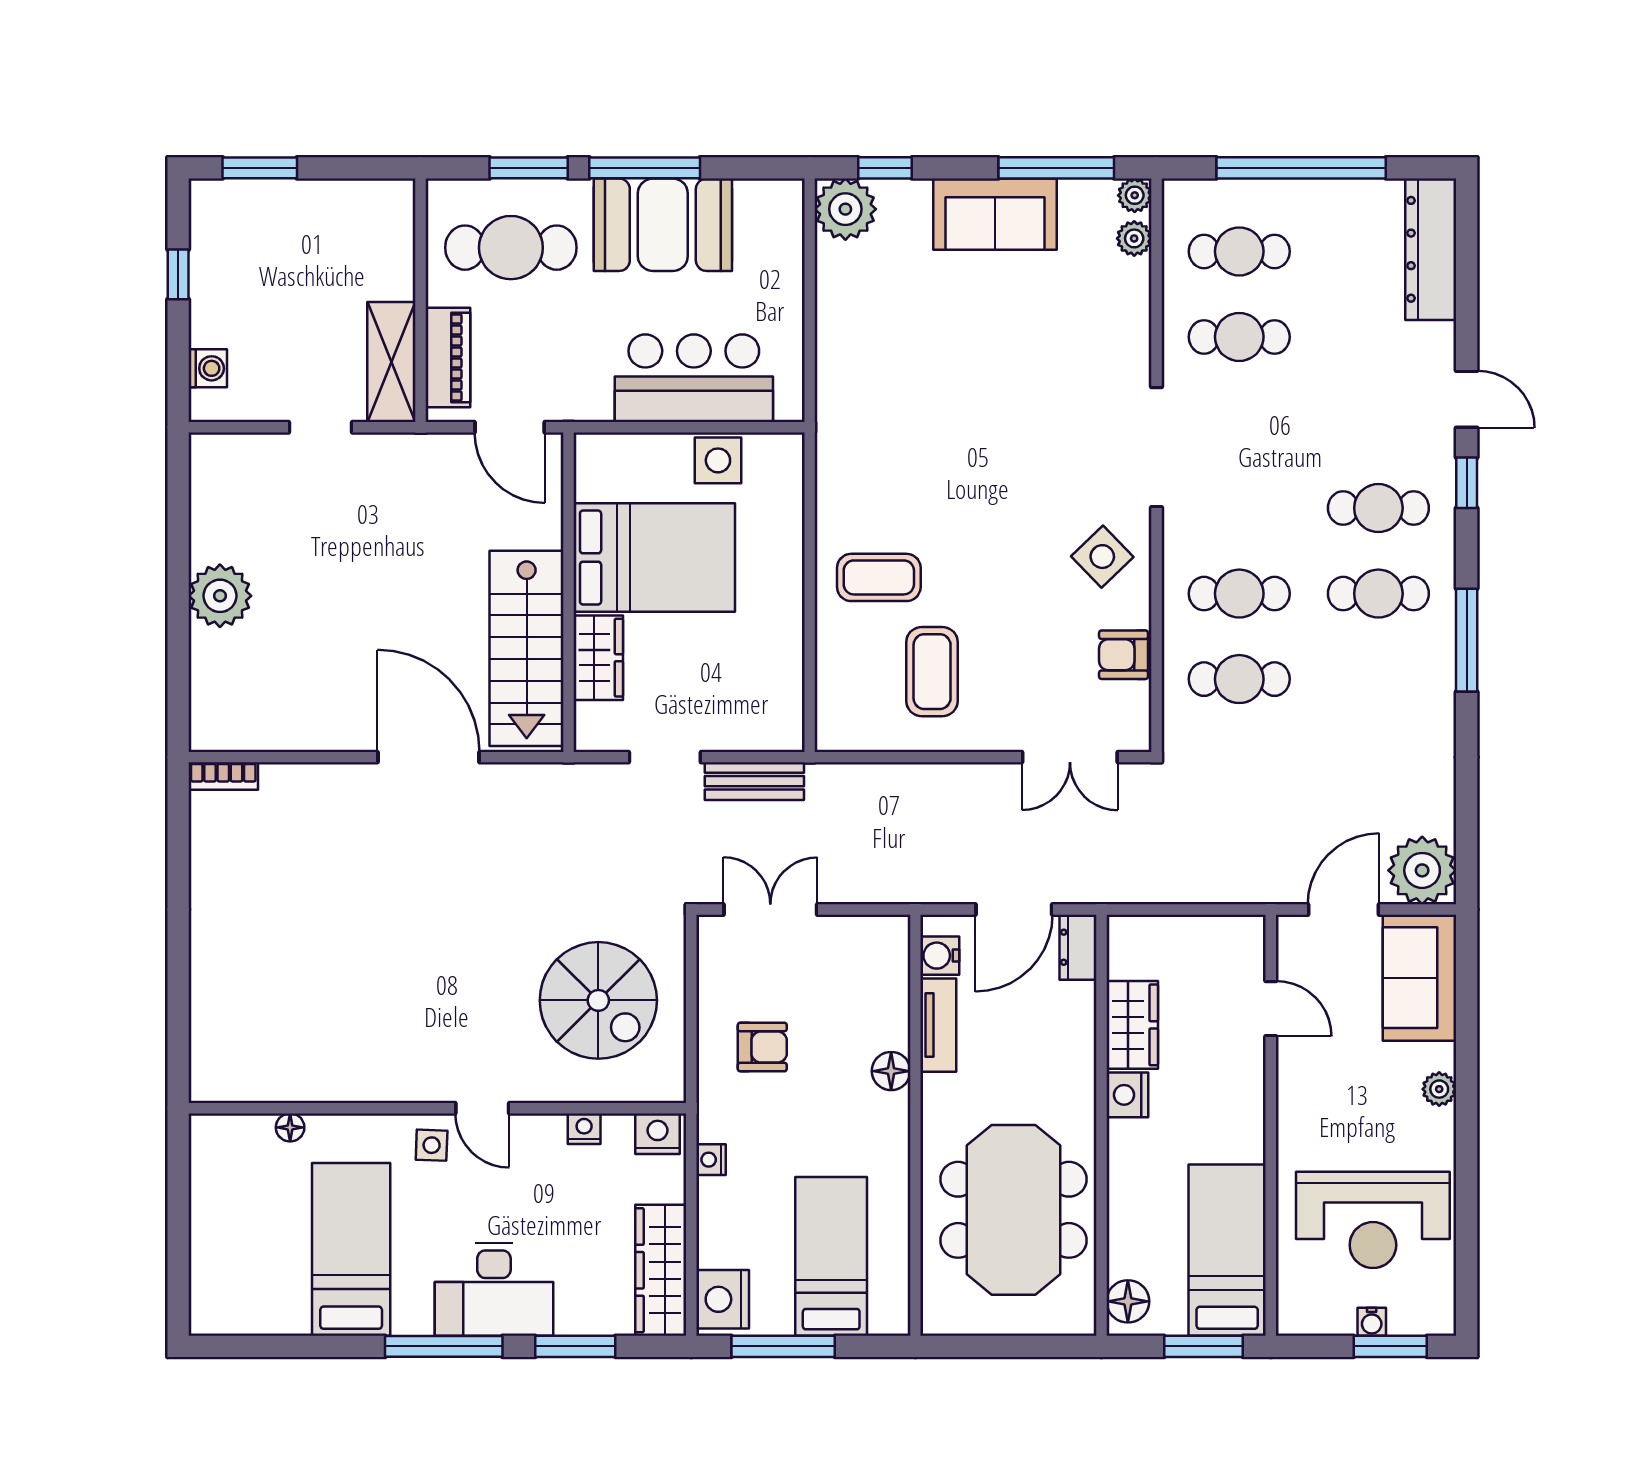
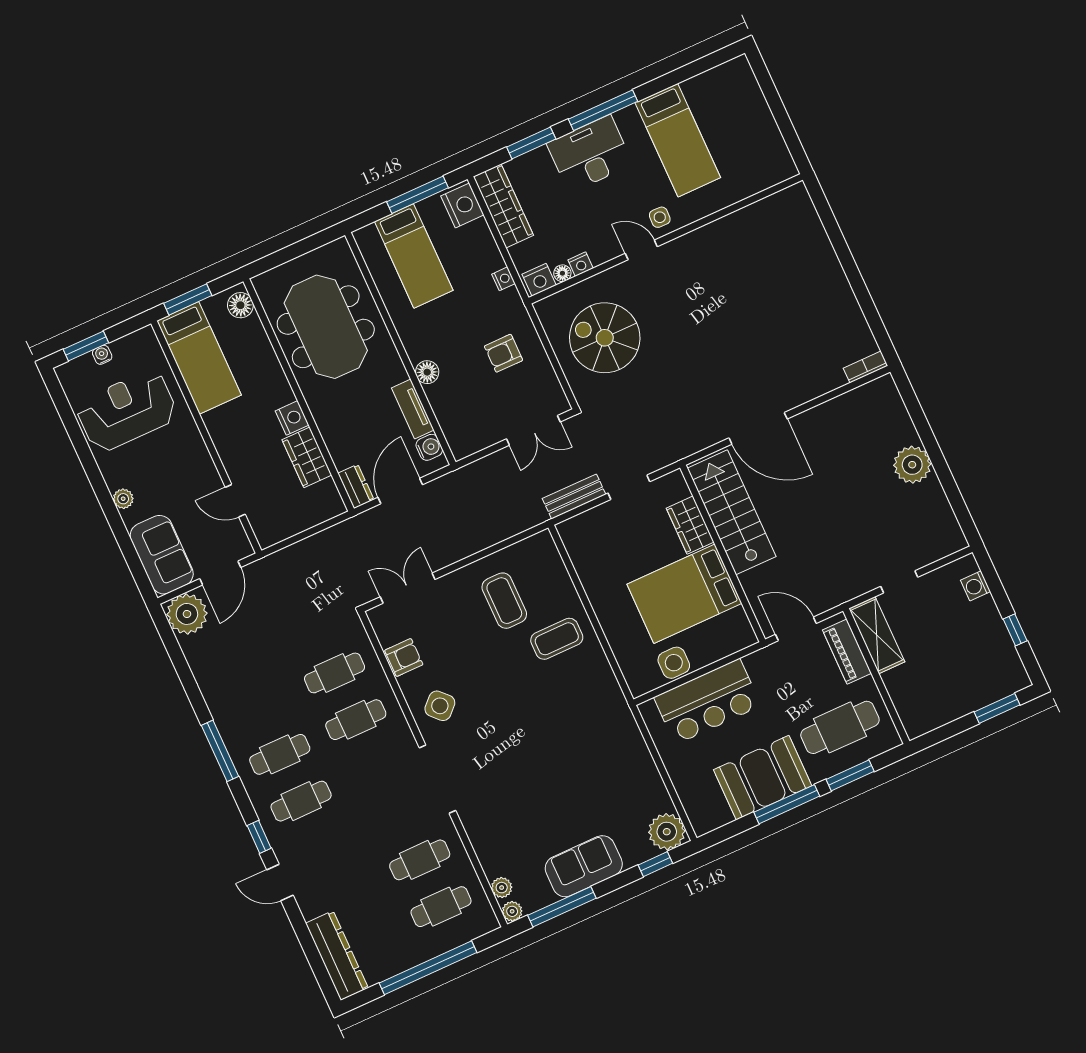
floor lamp: (290, 1127) -> (562, 273), moved

